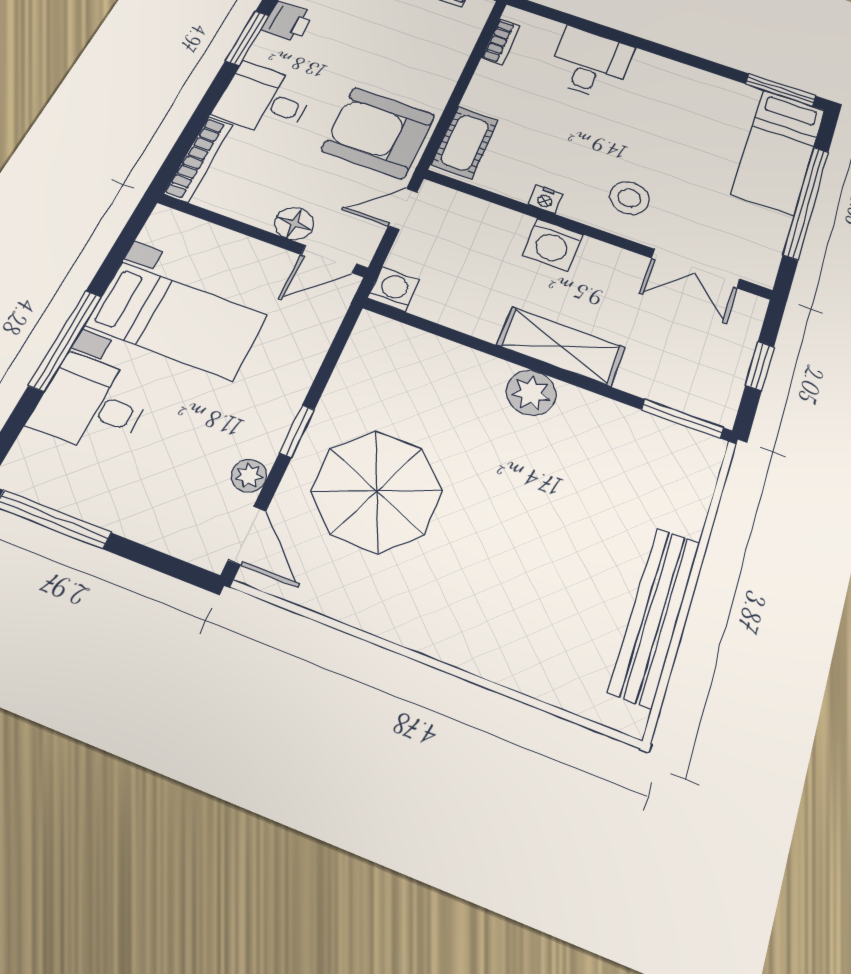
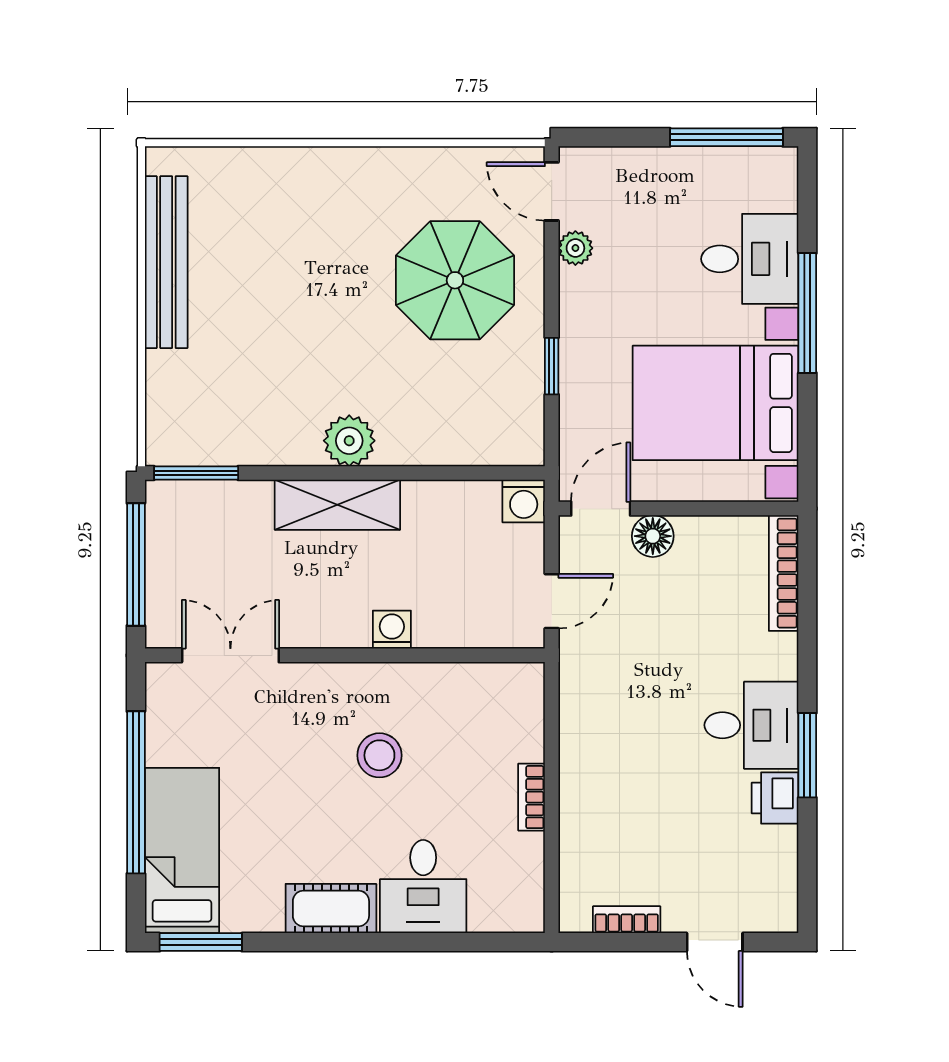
bookcase: (501, 42) -> (532, 797), moved
desk: (264, 100) -> (751, 725), moved
armchair: (378, 133) -> (615, 688), removed
cot: (465, 143) -> (331, 908), moved, turned 90
stool: (629, 198) -> (379, 755), moved
nightstand: (545, 199) -> (411, 677), removed
washing machine: (553, 245) -> (392, 630), width x0.73, depth x0.73
bed with nightstands: (176, 320) -> (715, 403), width x1.36
window: (760, 366) -> (136, 564), width x2.17
window: (297, 431) -> (552, 366), moved

